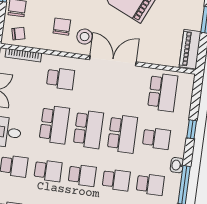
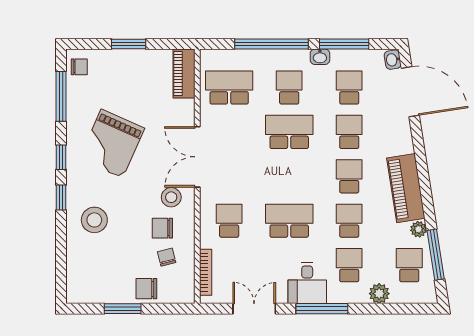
chair: (18, 34) -> (167, 257), moved
piano: (190, 49) -> (184, 73), moved, turned 90
school desk: (88, 129) -> (289, 176), removed
window: (192, 129) -> (271, 44), width x3.17

